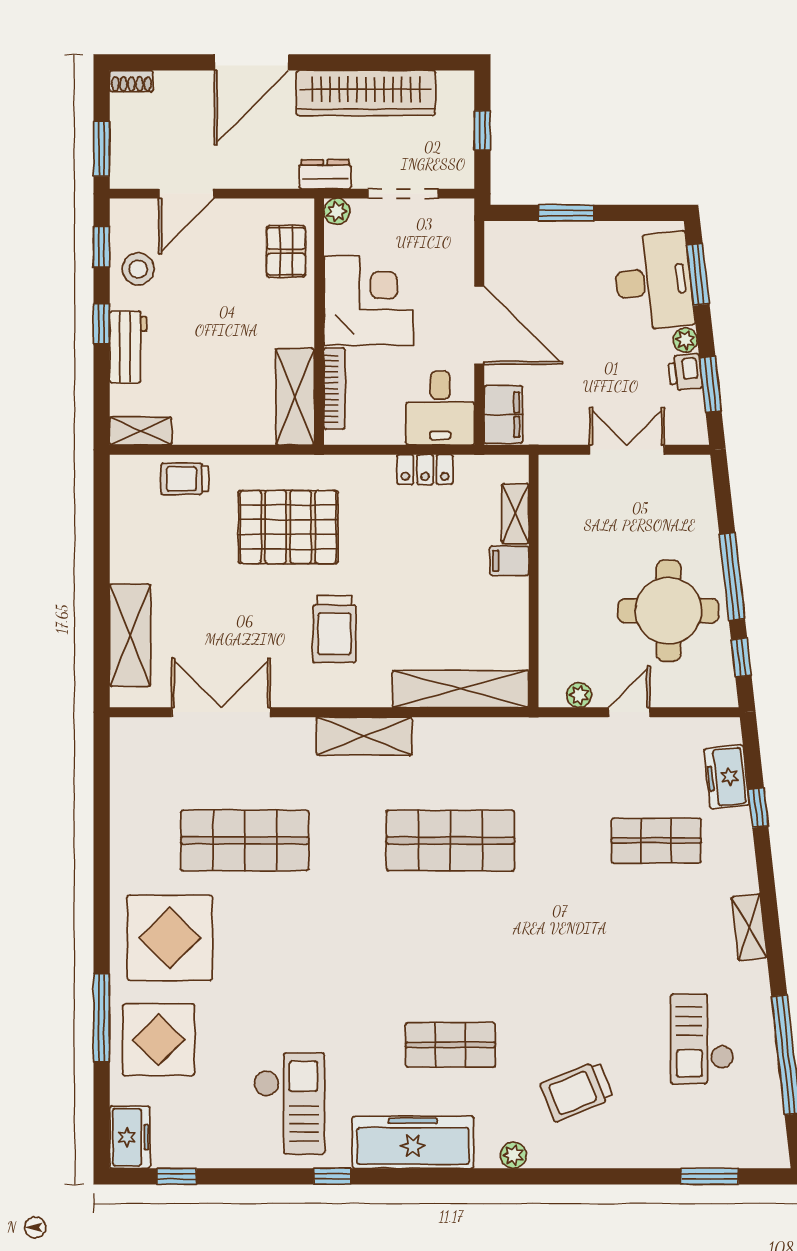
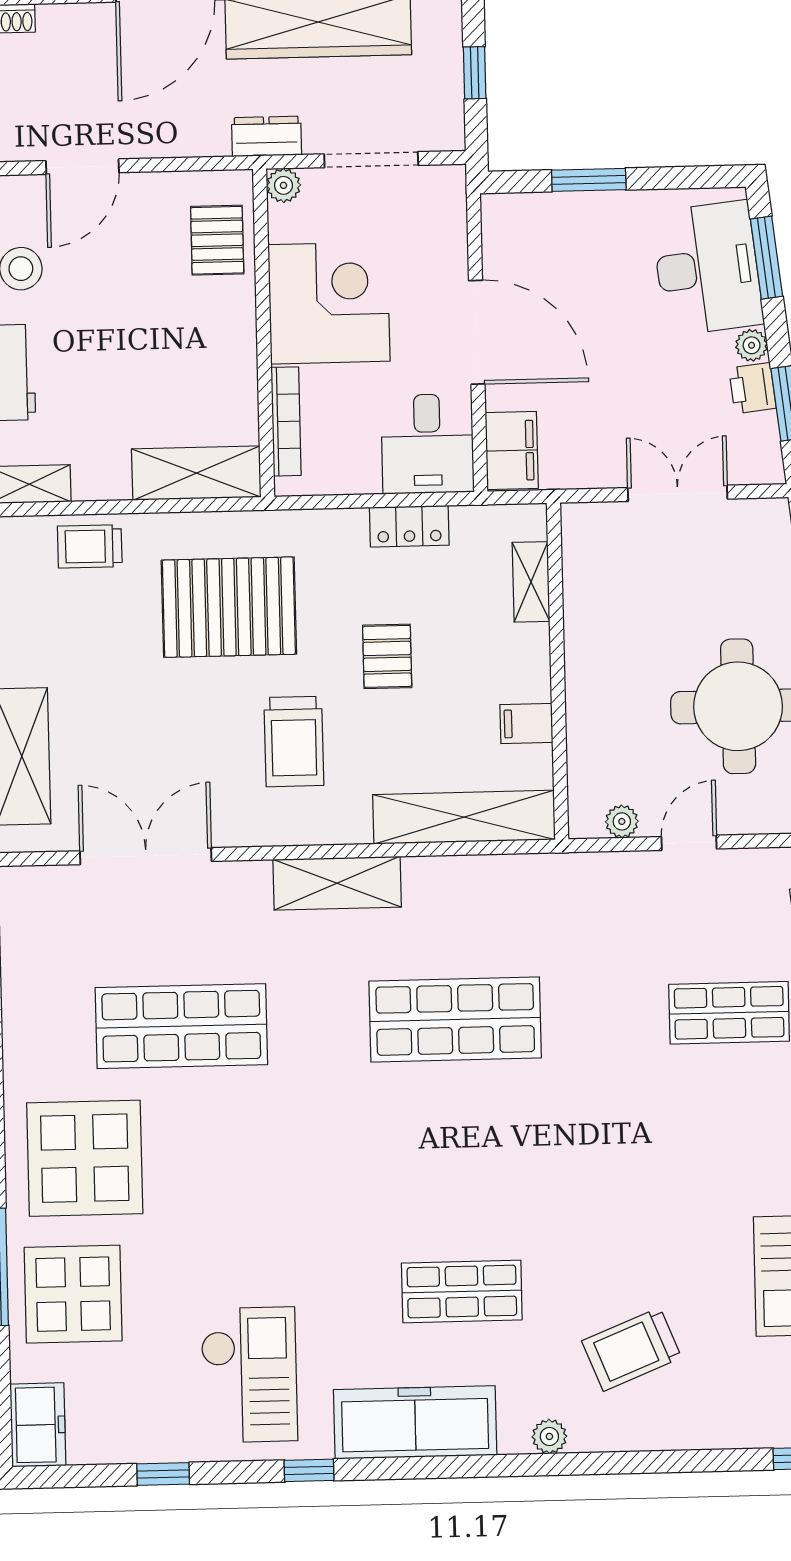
shelving: (295, 397) -> (196, 473), moved, turned 90
filing cabinet: (509, 561) -> (526, 723), moved
pallet: (406, 567) -> (387, 656), added
window: (177, 1176) -> (163, 1474), moved

